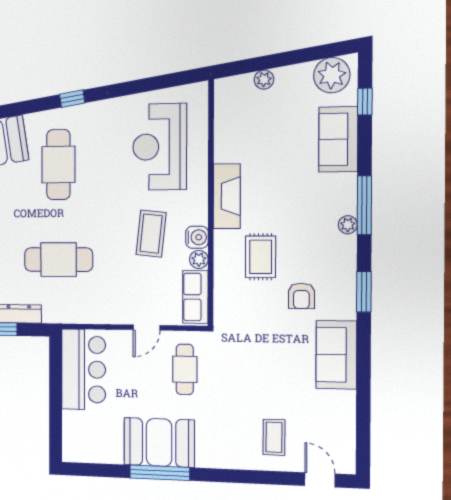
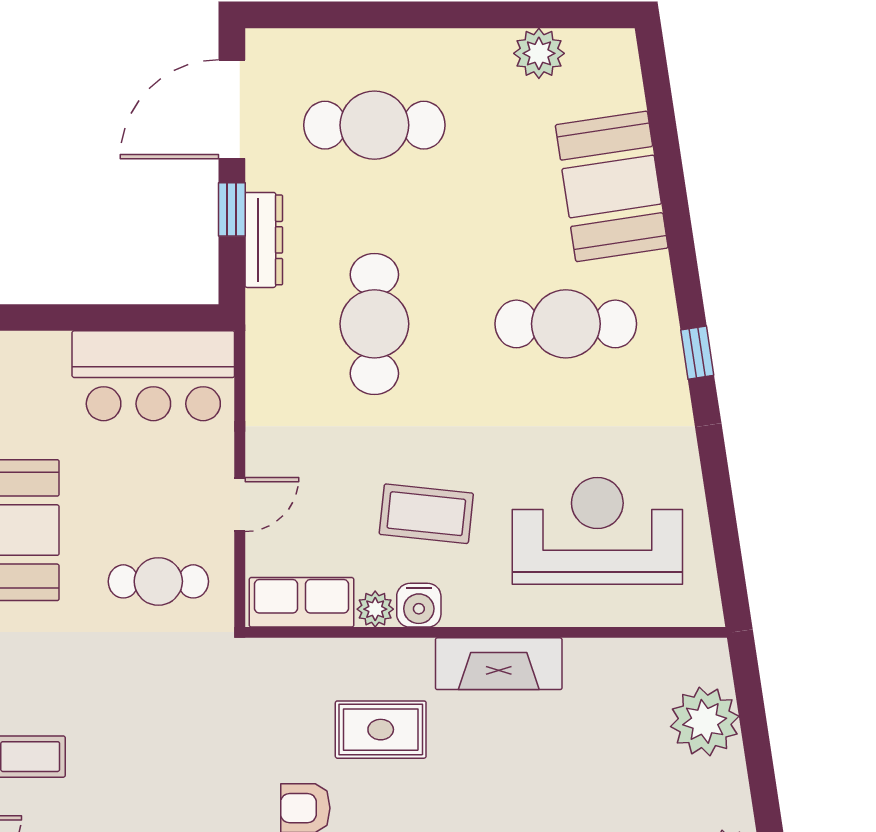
plant: (264, 80) -> (705, 721), width x1.88, depth x1.88
door: (146, 328) -> (240, 505), swing flipped

